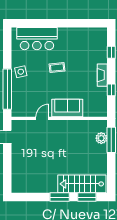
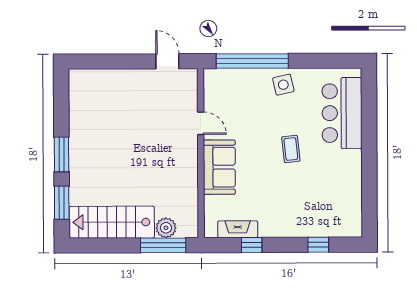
fireplace: (102, 75) -> (238, 229), moved
stairs: (82, 184) -> (112, 222), moved, turned -90

